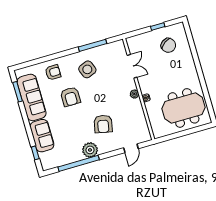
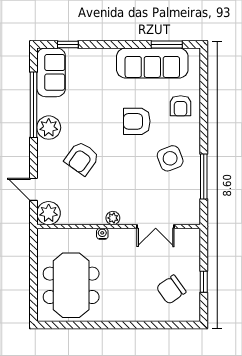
armchair: (103, 124) -> (82, 158), turned -66
plant: (143, 135) -> (49, 213), added
sofa: (42, 136) -> (51, 72), moved, turned -90

